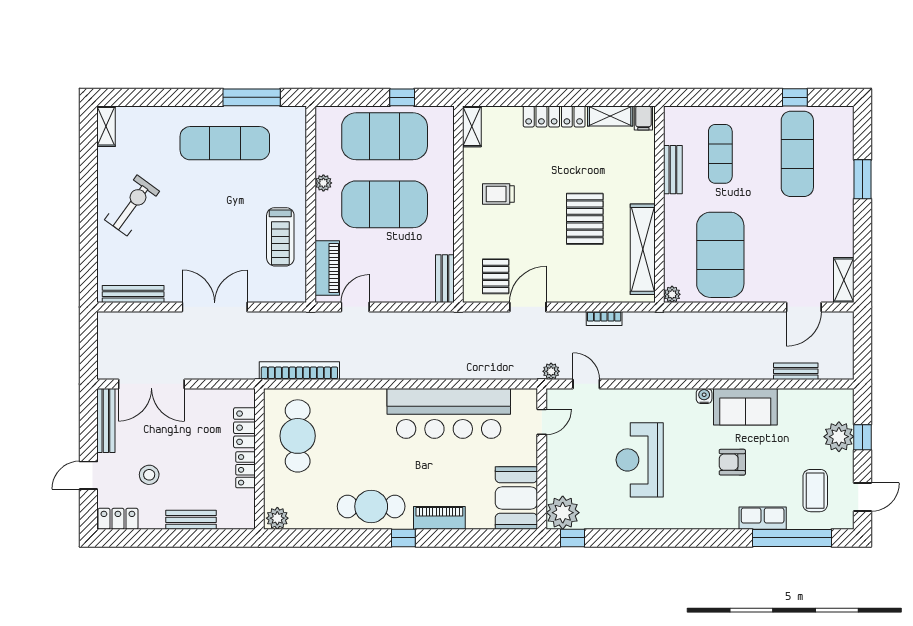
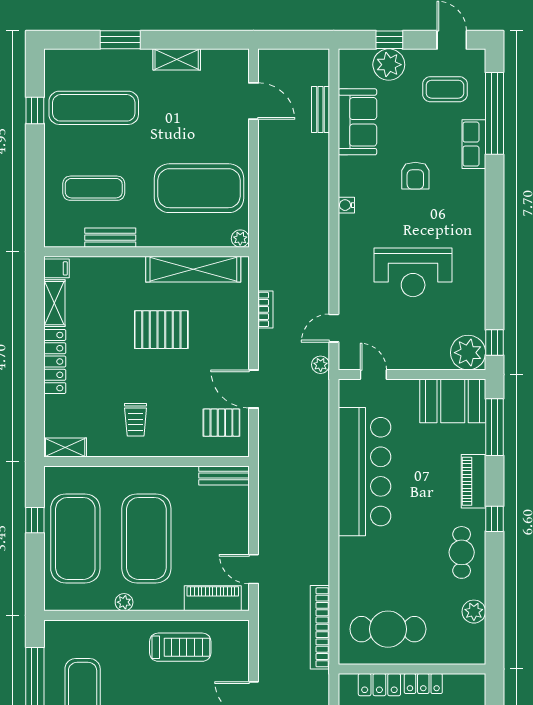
shelving: (844, 280) -> (177, 59), moved
sofa: (745, 407) -> (357, 122), moved
cafe table: (371, 506) -> (462, 552), width x0.73, depth x0.74
plant: (277, 518) -> (474, 612), moved
window: (491, 538) -> (494, 427), added

